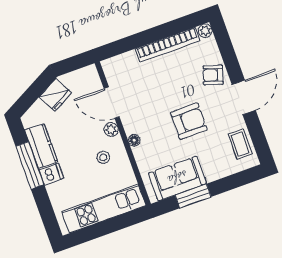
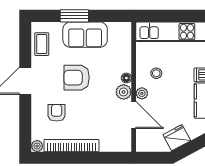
armchair: (213, 75) -> (57, 113), moved, turned -108
plant: (132, 124) -> (124, 92), added
sofa: (177, 178) -> (85, 35), moved
window: (193, 196) -> (74, 16), moved

